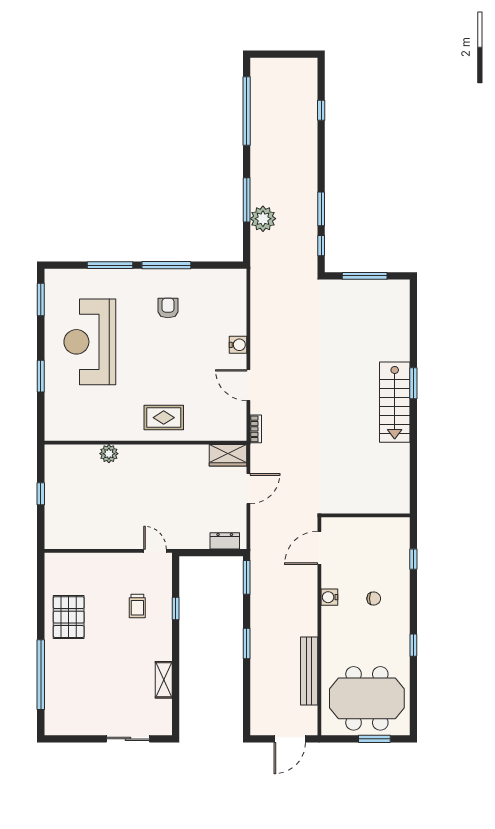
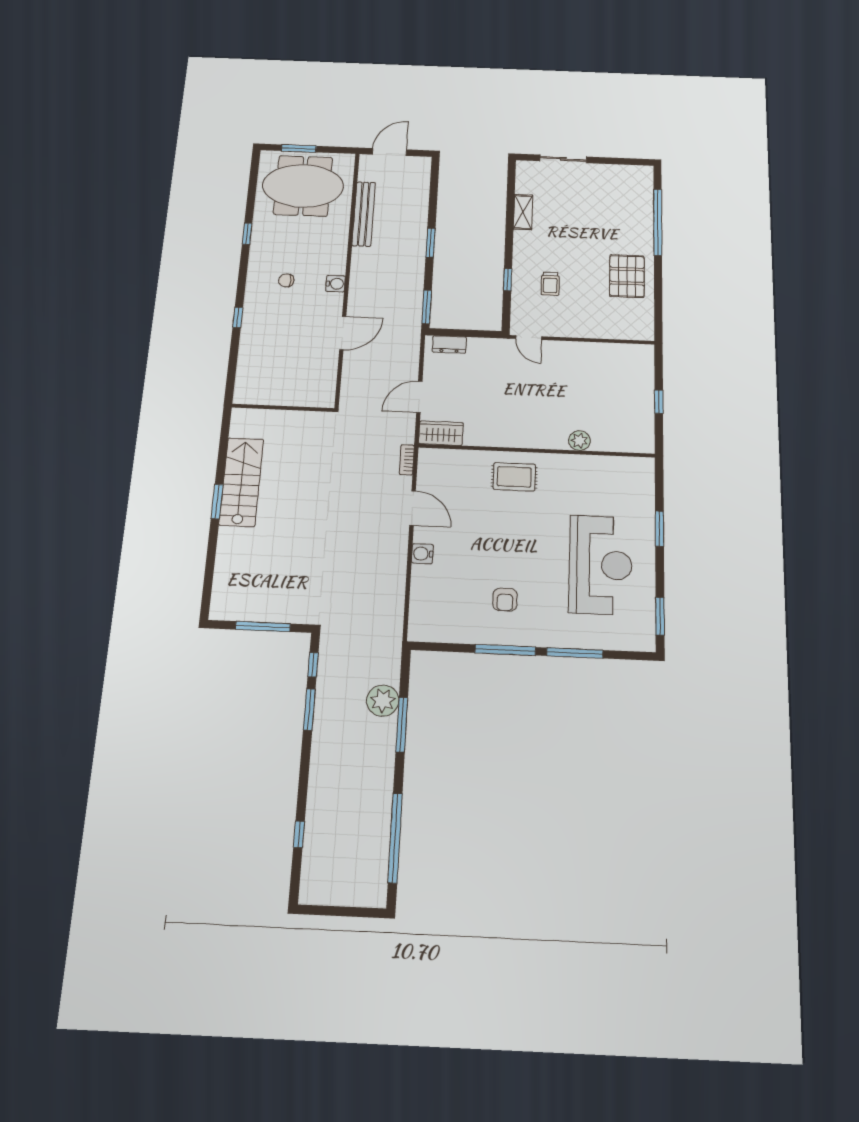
wall: (365, 515) -> (283, 408), moved
trolley: (137, 606) -> (550, 284), turned 180

